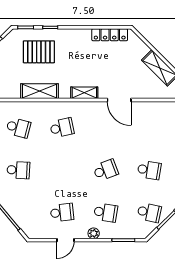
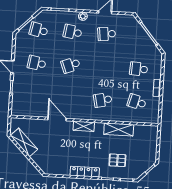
locker: (110, 35) -> (85, 172), moved
pallet: (39, 52) -> (117, 160), width x0.67, depth x0.71

